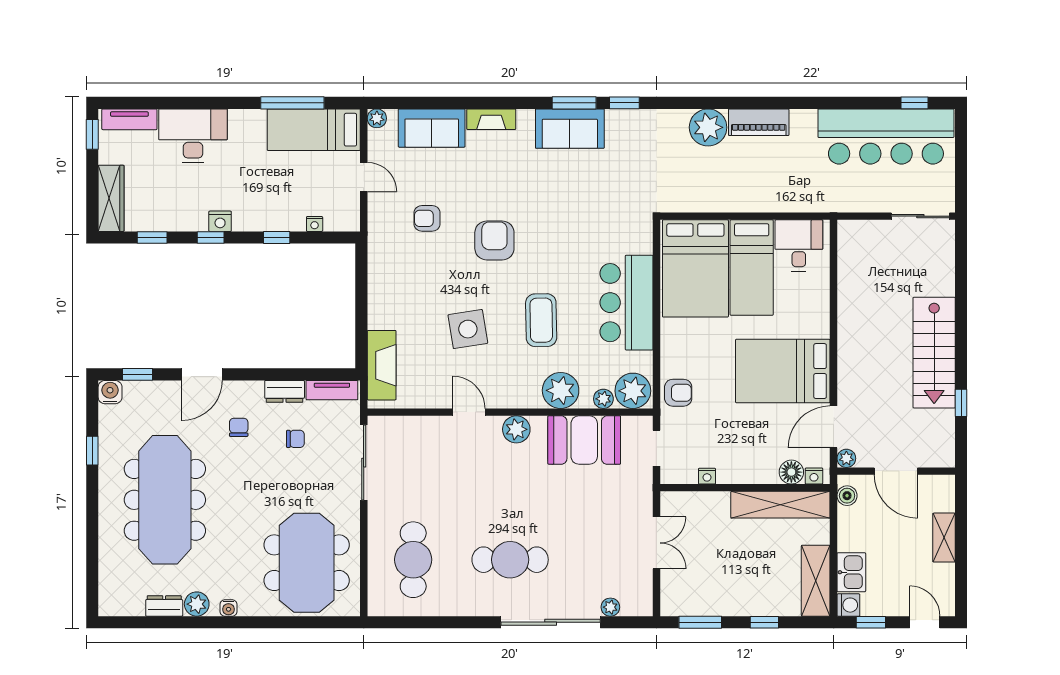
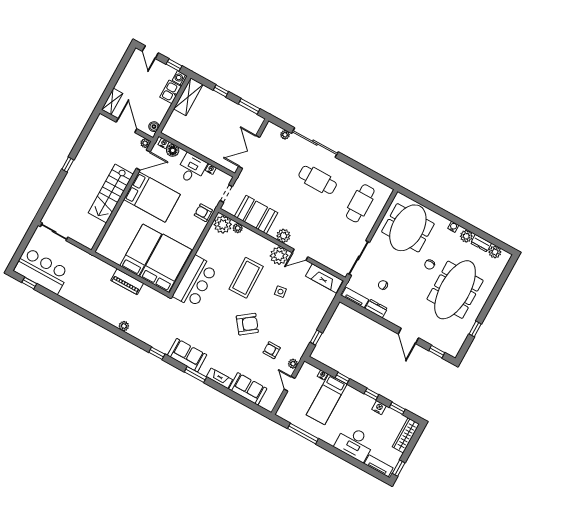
window: (574, 103) -> (195, 374), moved
plant: (377, 118) -> (293, 364), moved
piano: (759, 122) -> (127, 282), moved, turned 180
plant: (708, 127) -> (124, 326), width x0.53, depth x0.53
bed: (314, 130) -> (327, 399), moved, turned 90
bar counter: (886, 136) -> (42, 271), width x0.73
armchair: (427, 218) -> (272, 350), turned 180
nightstand: (220, 221) -> (379, 408), moved
armchair: (494, 240) -> (247, 324), turned -127
desk: (799, 245) -> (192, 169), moved, turned 180
window: (361, 283) -> (316, 338), added
bar counter: (627, 303) -> (195, 282), moved
coffee table: (541, 320) -> (246, 278), width x1.36, depth x1.32
side table: (468, 329) -> (280, 292), width x0.54, depth x0.54
stairs: (934, 353) -> (111, 193), moved, turned 180
fireplace: (382, 365) -> (324, 278), moved, turned -90
door: (202, 374) -> (408, 336), swing flipped
plant: (561, 390) -> (279, 256), moved
water cooler: (110, 392) -> (453, 350), removed
window: (961, 403) -> (68, 165), moved
door: (469, 412) -> (300, 255), hinge flipped
chair: (239, 427) -> (430, 265), moved
shelving: (780, 505) -> (185, 139), removed
shelving: (944, 538) -> (112, 101), moved
double door: (656, 543) -> (249, 152), width x1.37
plant: (132, 604) -> (495, 252), added

